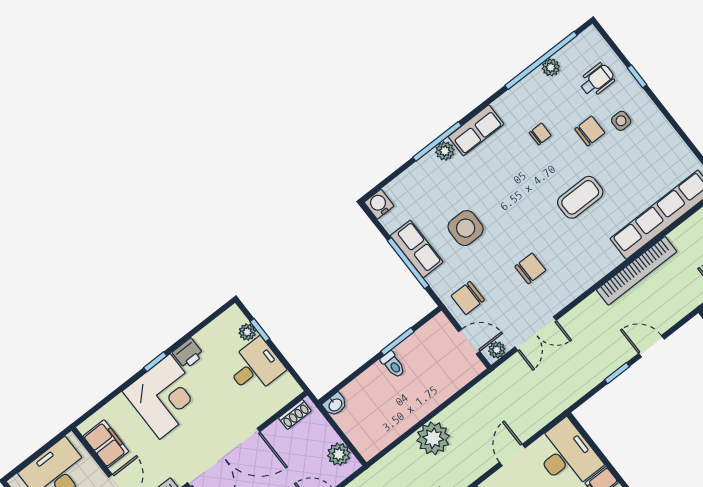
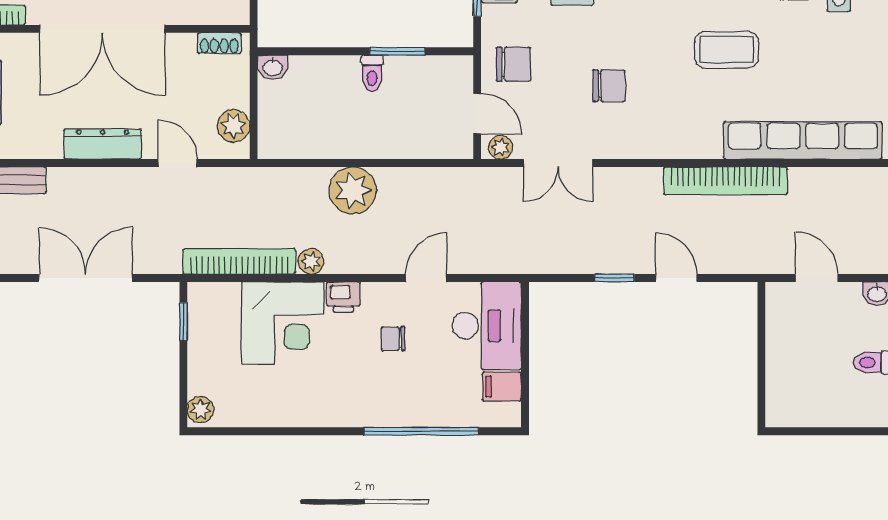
chair: (468, 298) -> (514, 64), turned 180

